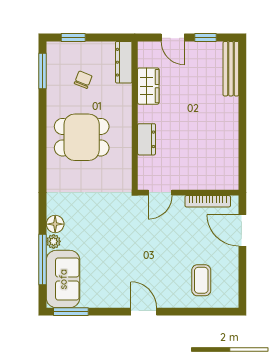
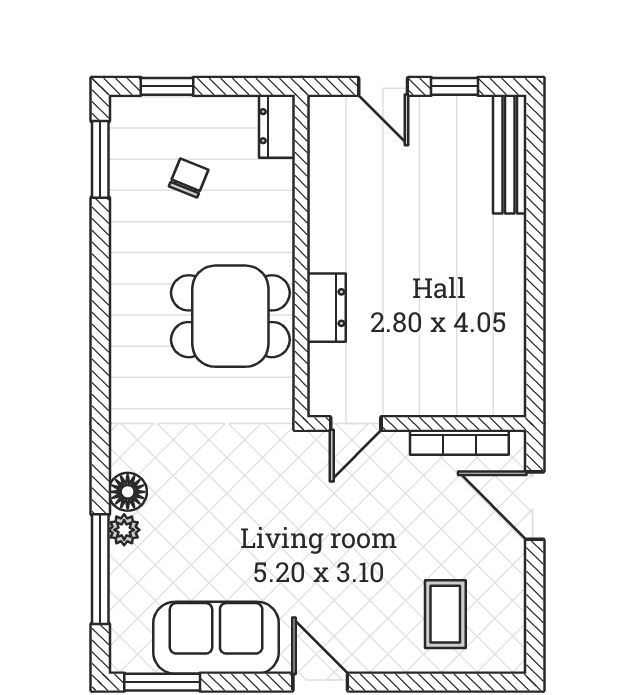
dresser: (124, 62) -> (277, 126), width x0.70
wardrobe: (148, 86) -> (330, 192), removed
dining table: (82, 137) -> (230, 316), moved
sofa: (63, 279) -> (216, 638), moved, turned -90

